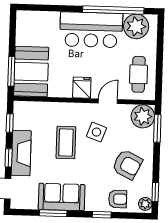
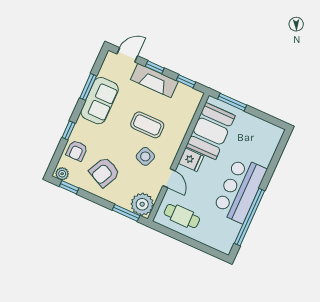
plant: (136, 26) -> (226, 232), removed
booth: (31, 72) -> (211, 131), moved, turned 90

